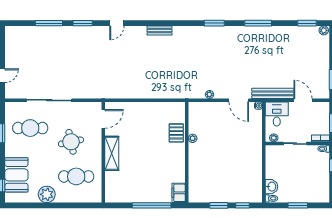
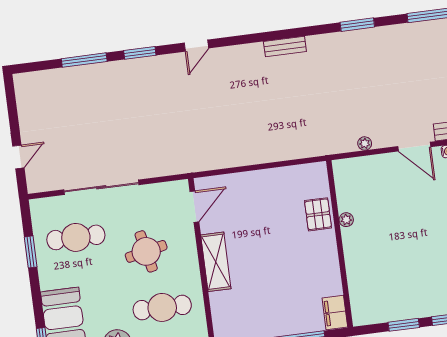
bench: (159, 31) -> (285, 47), moved

